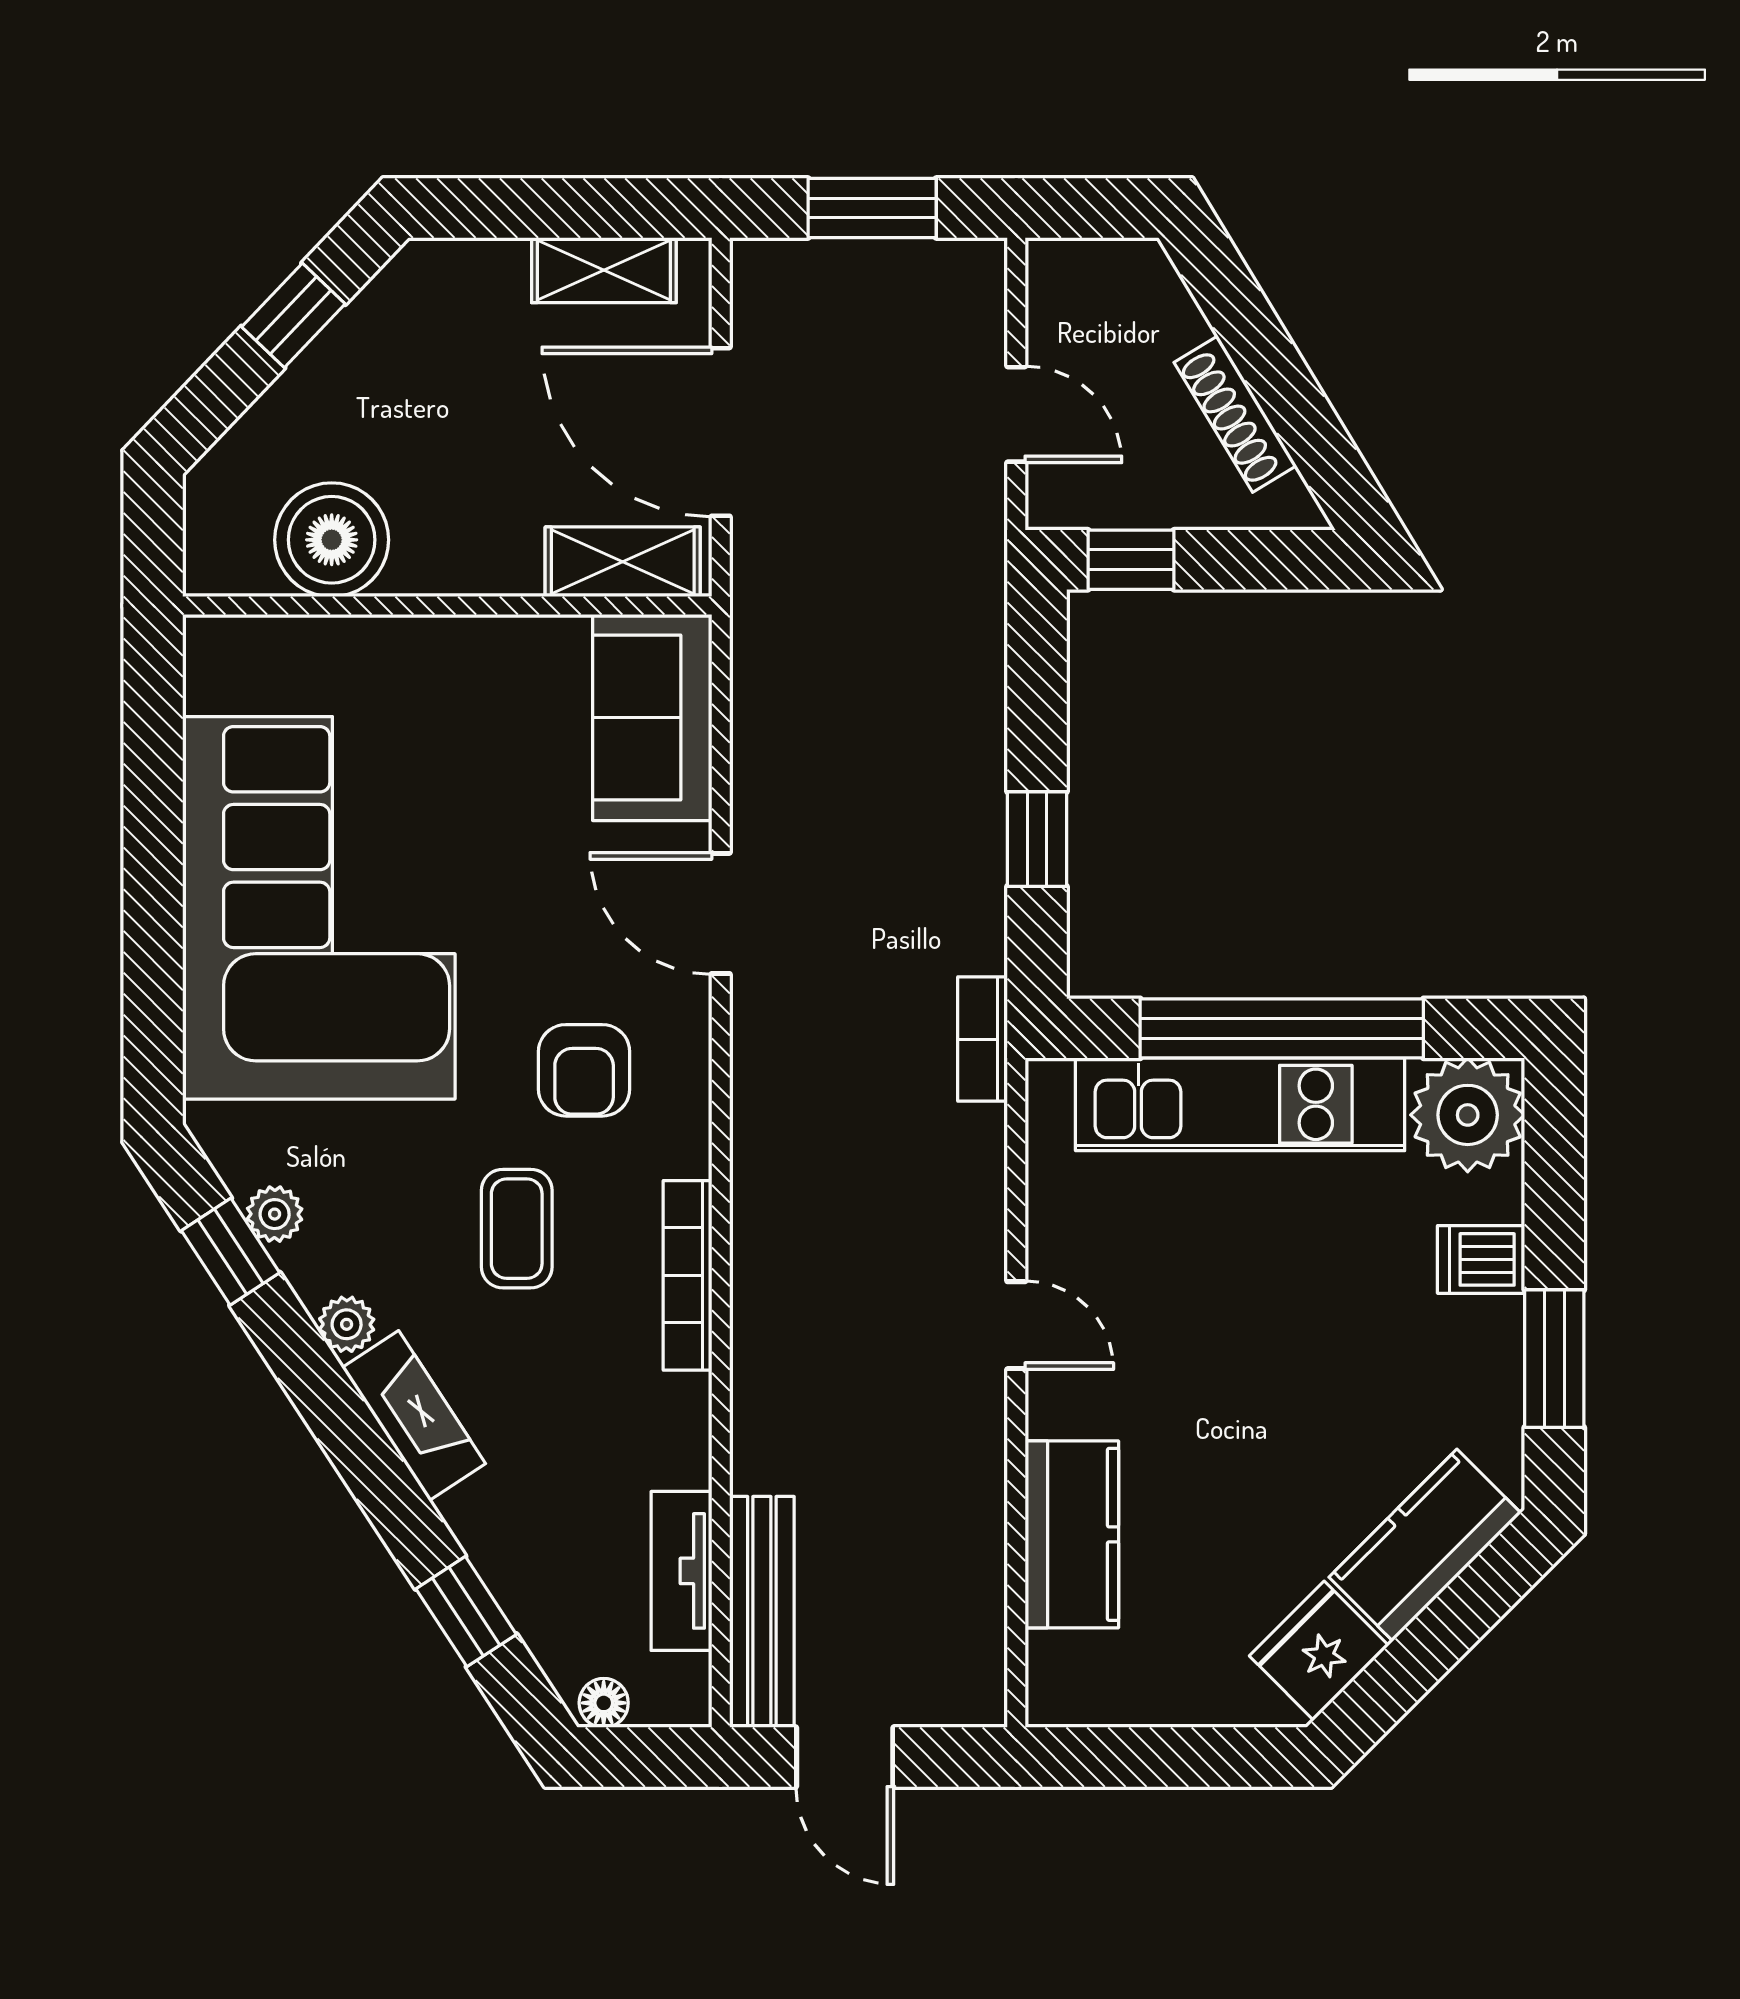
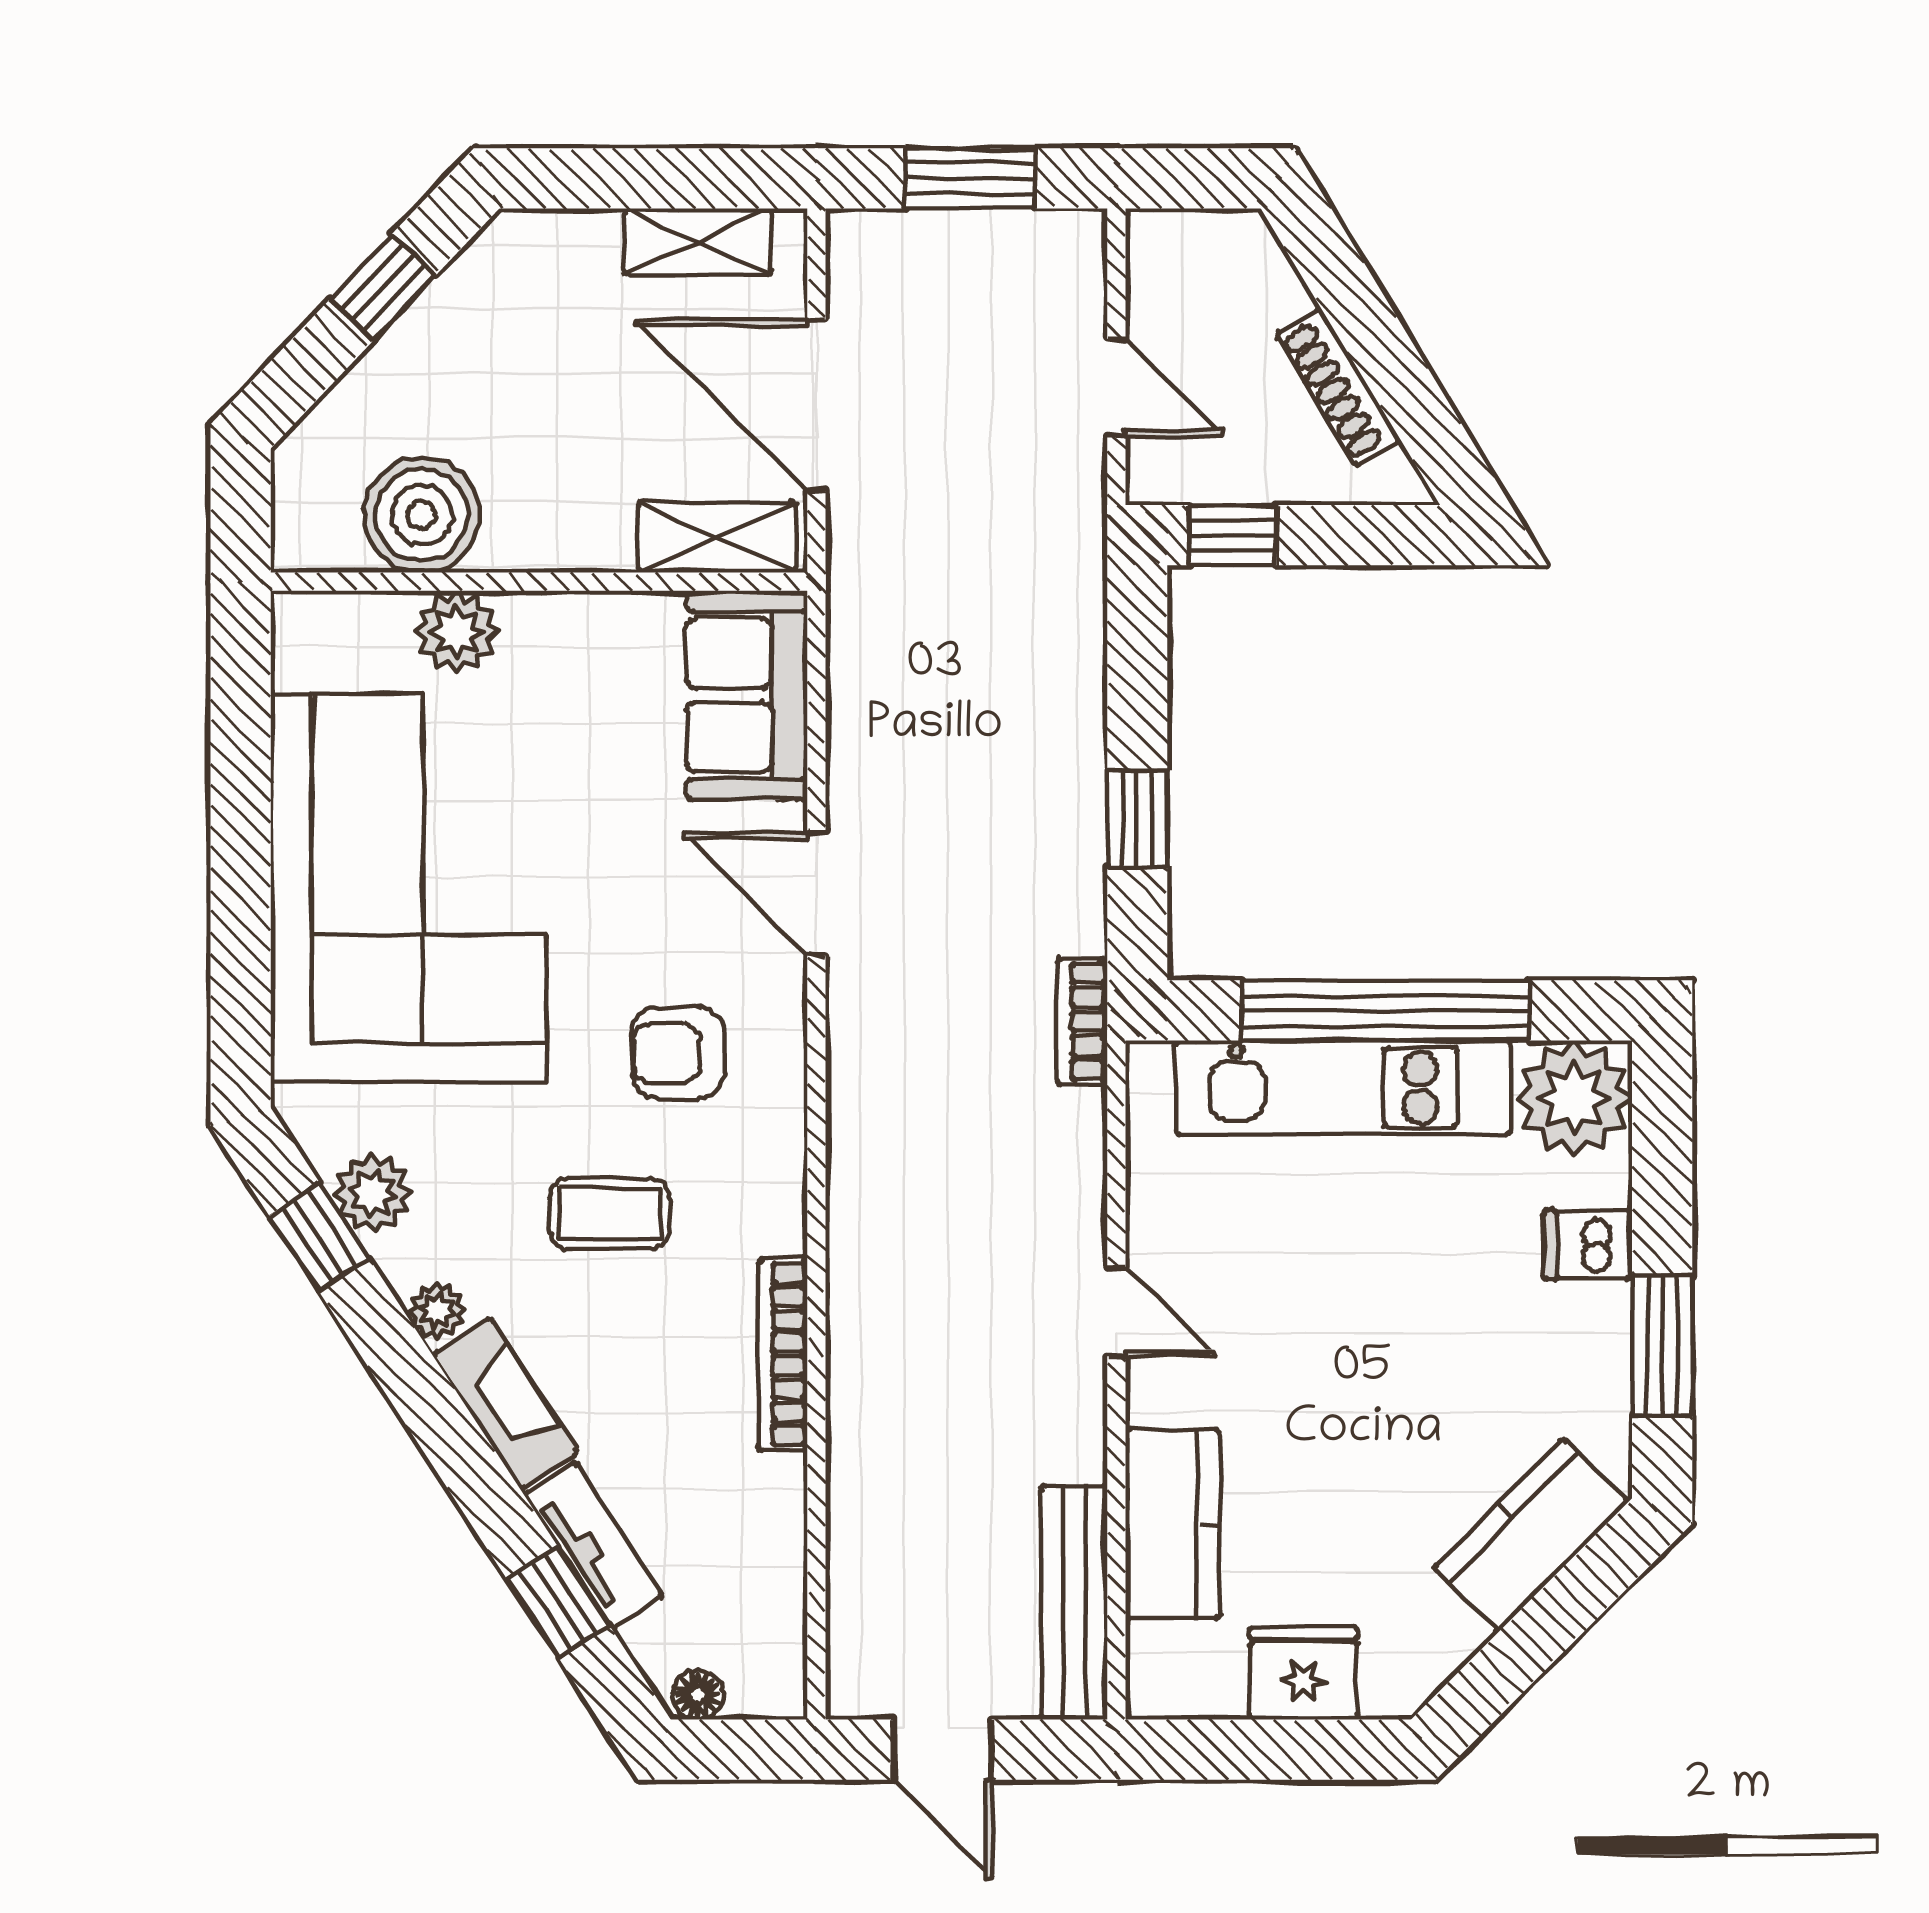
plant: (366, 655) -> (456, 632), added
armchair: (584, 1070) -> (678, 1053), turned 90
plant: (275, 1214) -> (373, 1193), width x1.38, depth x1.38
coffee table: (517, 1229) -> (609, 1214), turned 90
bookcase: (688, 1275) -> (783, 1355), moved
tv unit: (681, 1571) -> (594, 1545), moved, turned 147
bench: (762, 1612) -> (1074, 1603), moved
fridge: (1319, 1651) -> (1303, 1673), moved, turned 45

